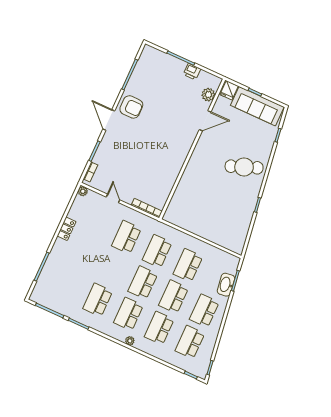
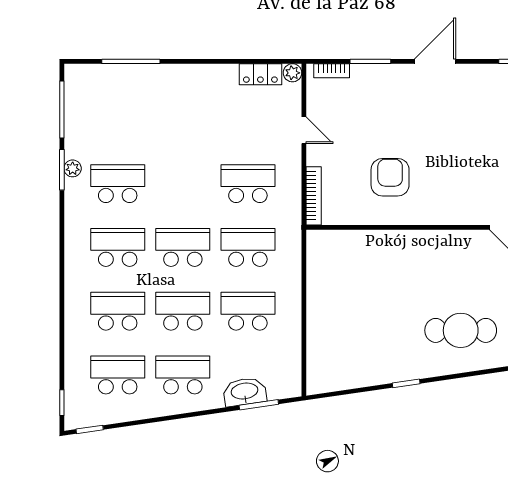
armchair: (131, 107) -> (390, 177), moved, turned 180
cafe table: (244, 167) -> (461, 330), turned -69
door: (113, 198) -> (304, 130), hinge flipped
locker: (67, 229) -> (260, 74), moved
plant: (130, 341) -> (73, 168), moved

